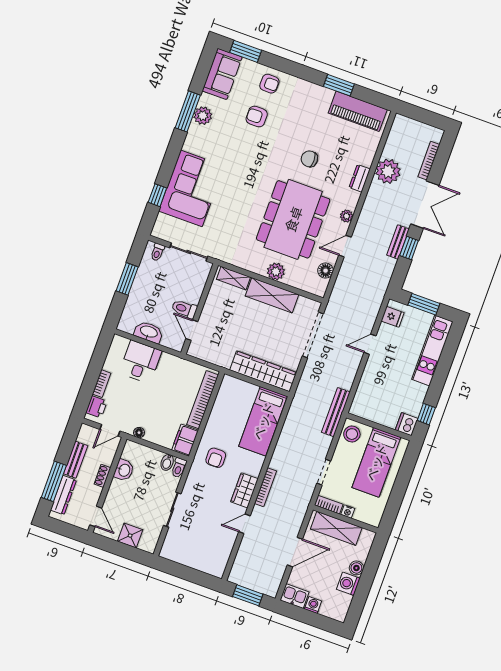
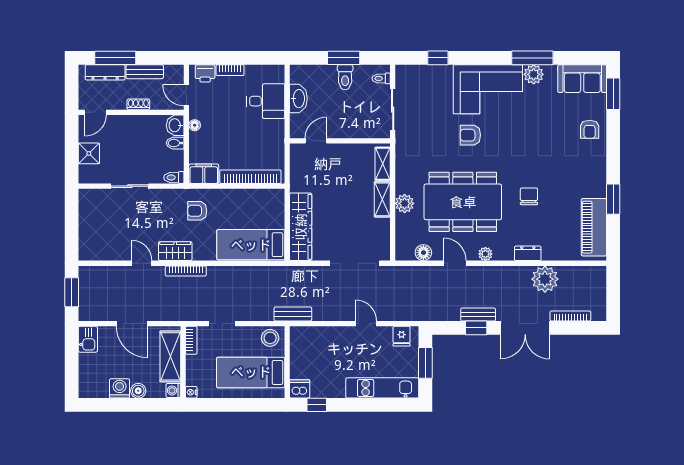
armchair: (257, 117) -> (470, 135), moved, turned -90
corner sofa: (191, 188) -> (488, 89), moved
shelving: (272, 295) -> (382, 199), width x0.67, depth x0.75
toilet: (184, 309) -> (345, 77), moved, turned 180
bench: (336, 412) -> (293, 314), width x0.73
bidet: (167, 462) -> (175, 143), moved
washbasin: (124, 470) -> (175, 125), moved, turned 90
nightstand: (348, 512) -> (191, 392), moved
washing machine: (313, 605) -> (173, 390), moved, turned 180

